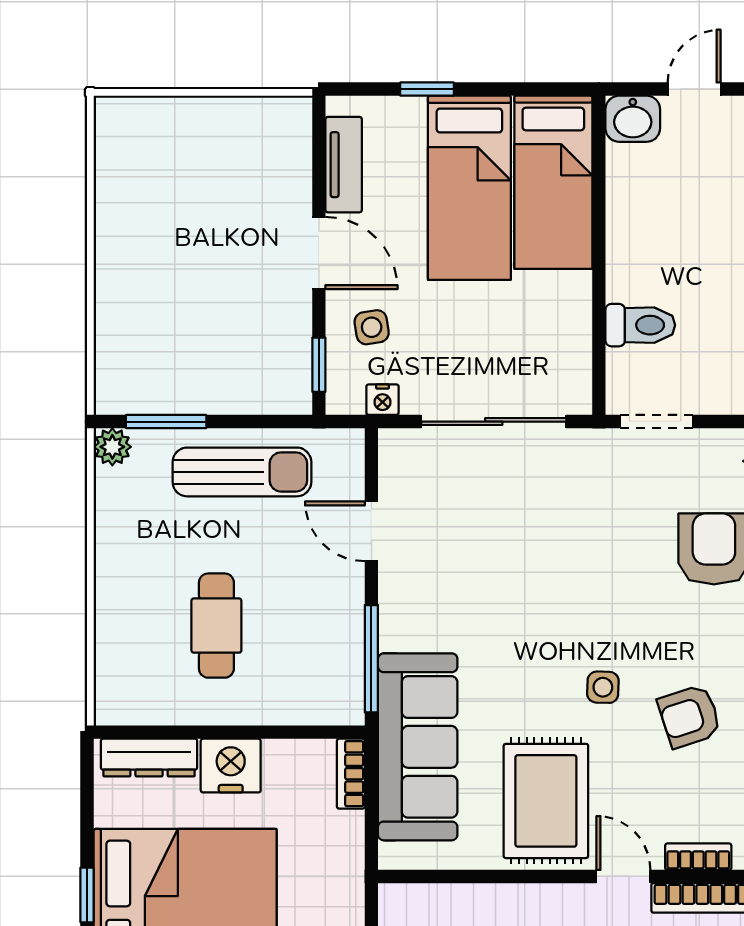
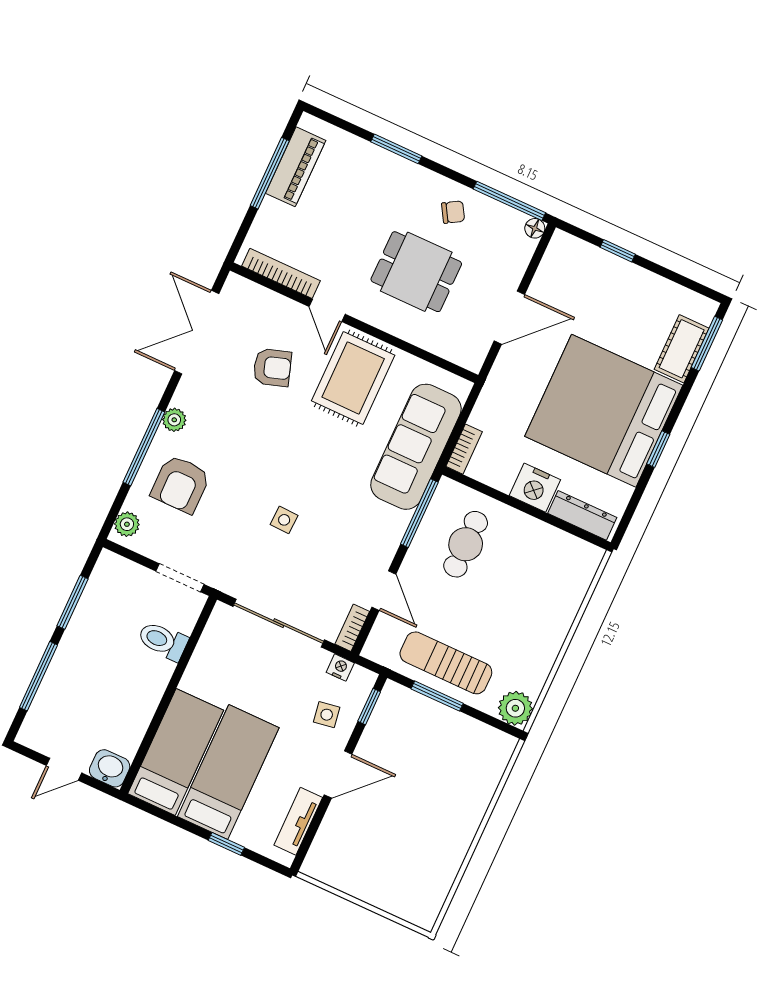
door: (319, 253) -> (338, 774), swing flipped
window: (166, 422) -> (437, 696), moved
plant: (112, 447) -> (515, 708), width x1.38, depth x1.38
cafe table: (216, 626) -> (466, 544), moved
side table: (603, 687) -> (284, 520), moved
armchair: (690, 716) -> (272, 367), moved
bookcase: (698, 857) -> (352, 628), moved, turned 90

